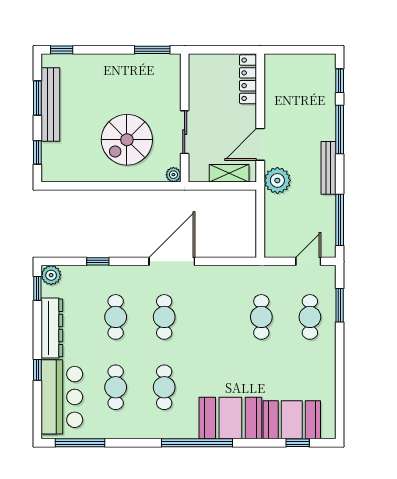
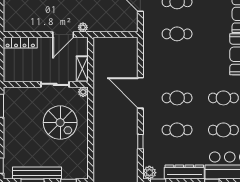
door: (260, 144) -> (63, 35), hinge flipped
shelving: (229, 173) -> (82, 69), moved
plant: (277, 180) -> (83, 27), width x0.53, depth x0.53

